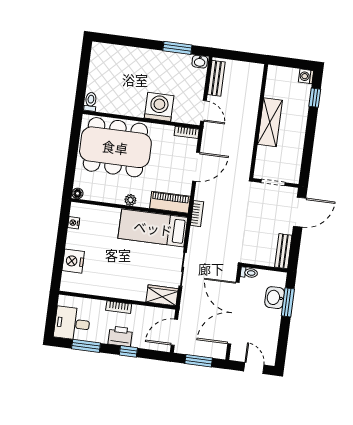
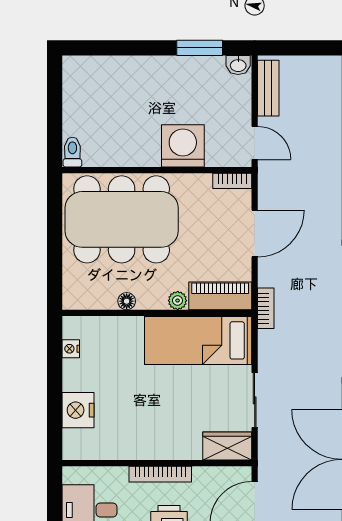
floor lamp: (78, 193) -> (127, 301), moved
plant: (130, 200) -> (178, 301), moved
bookcase: (119, 307) -> (160, 474), width x1.56

